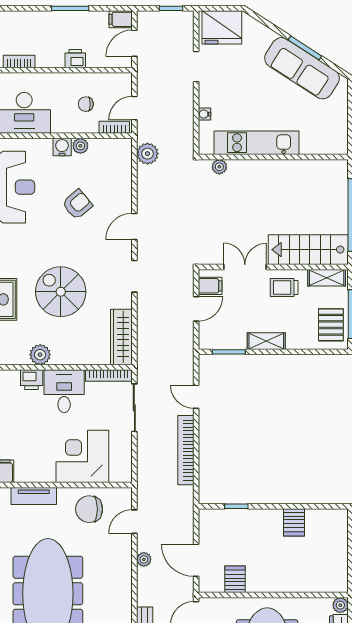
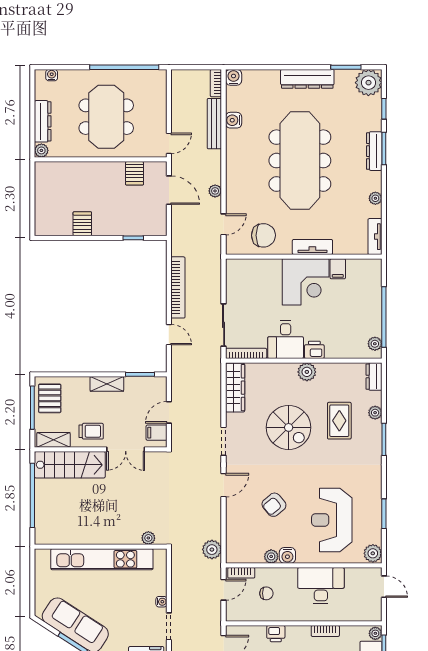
water cooler: (205, 114) -> (161, 602), moved
kitchen unit: (256, 143) -> (102, 559), width x1.36
corner desk: (82, 456) -> (306, 282), moved

